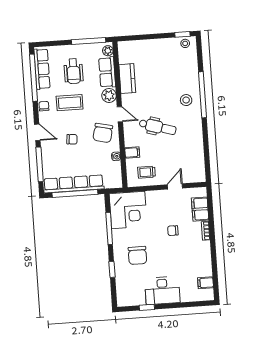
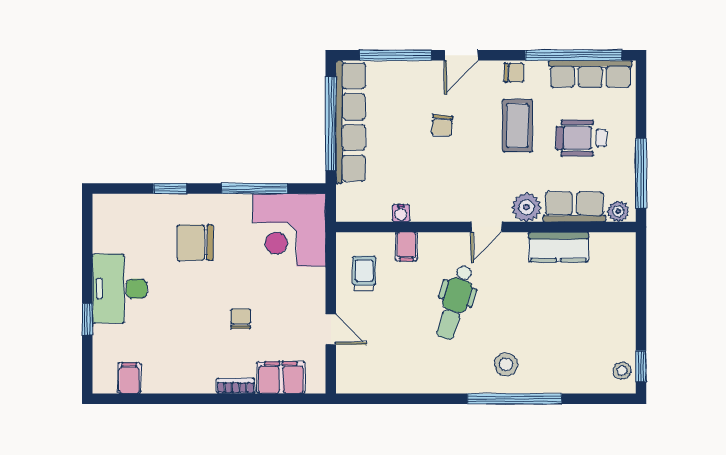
chair: (103, 133) -> (451, 189), removed
window: (147, 307) -> (87, 319), moved

